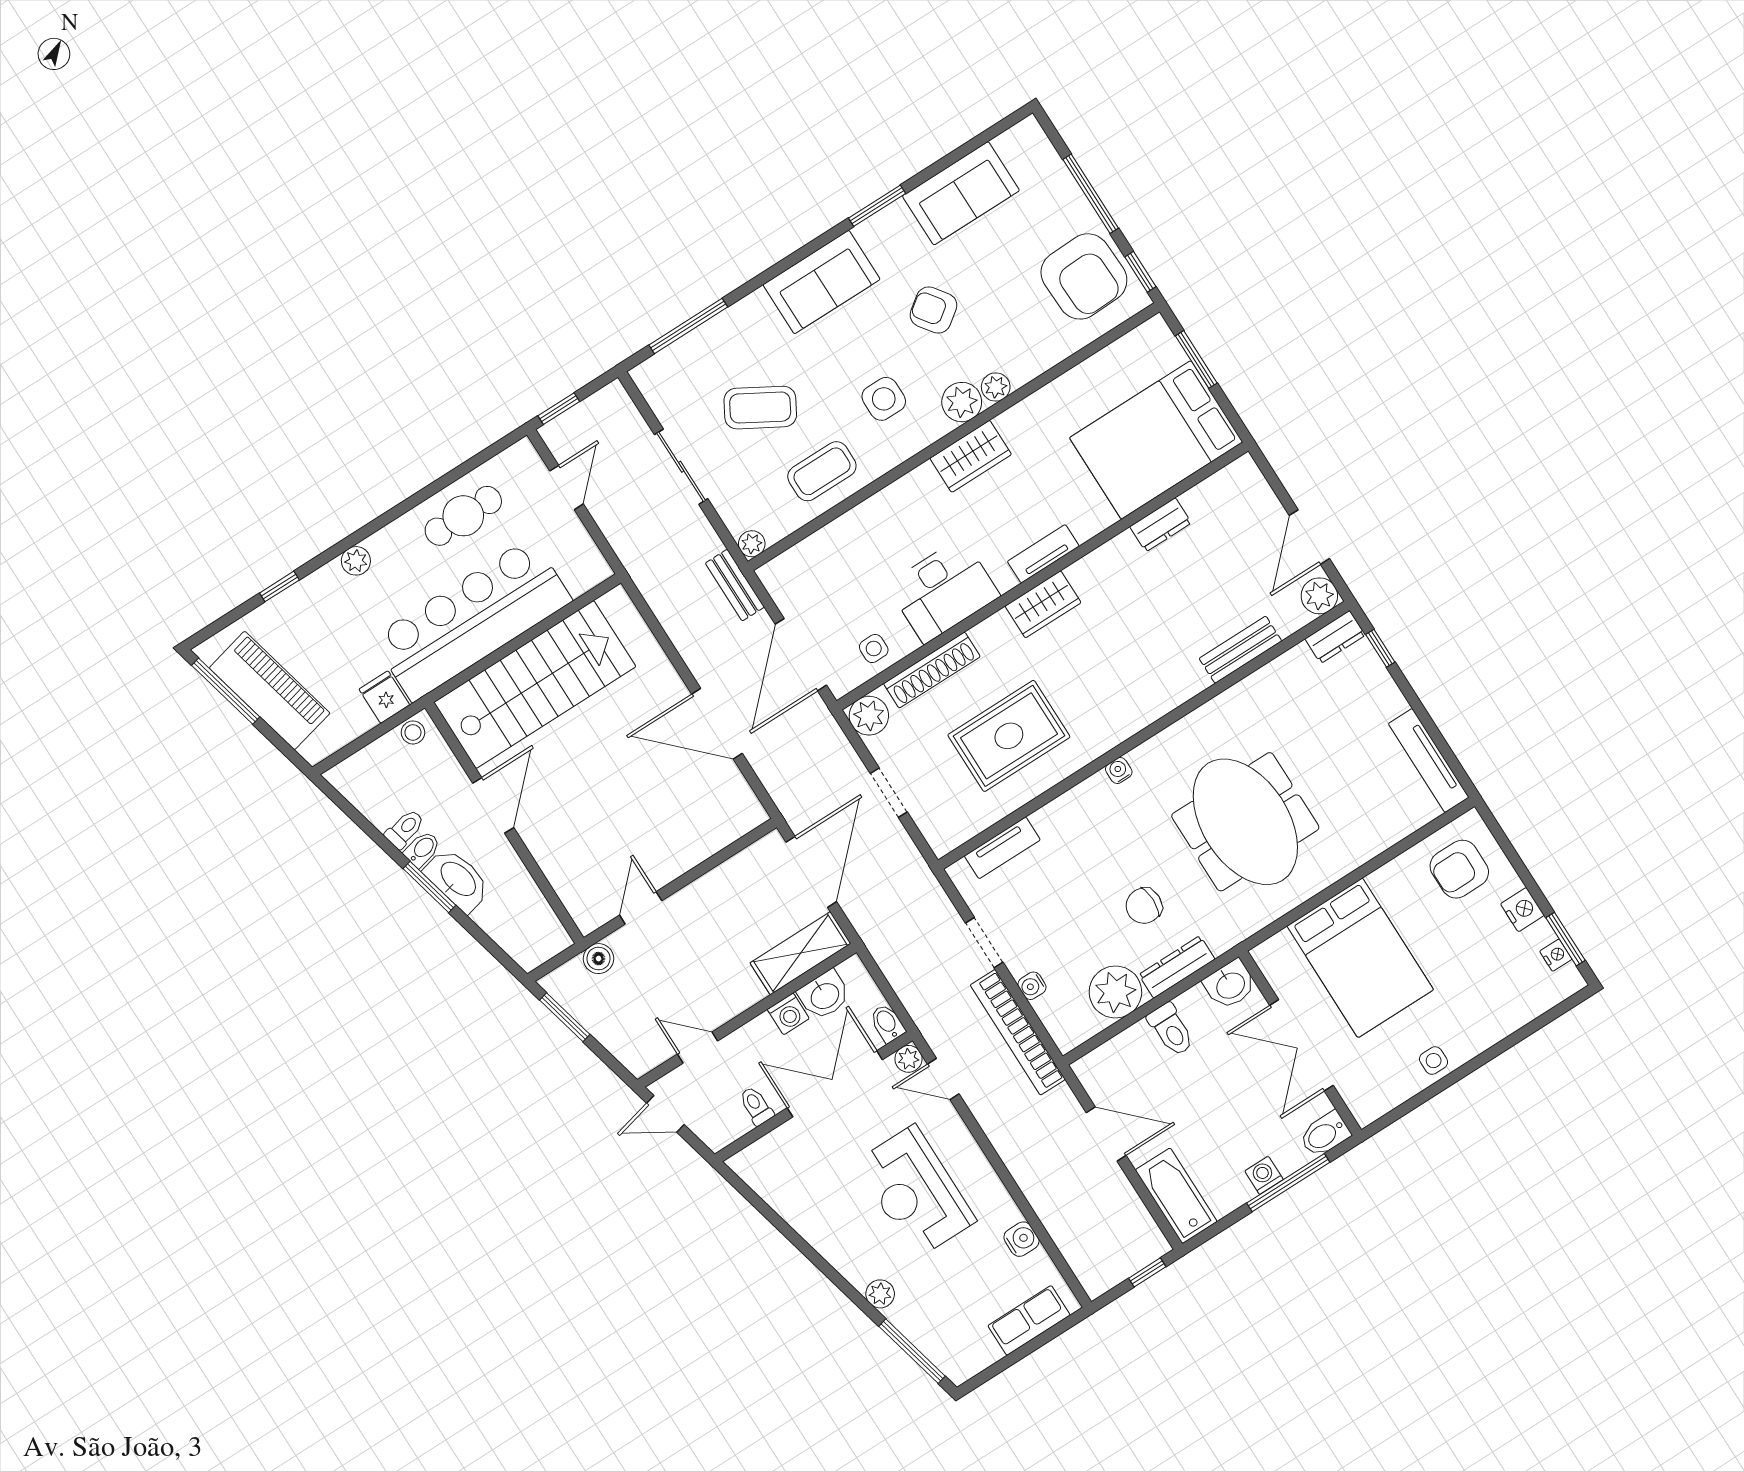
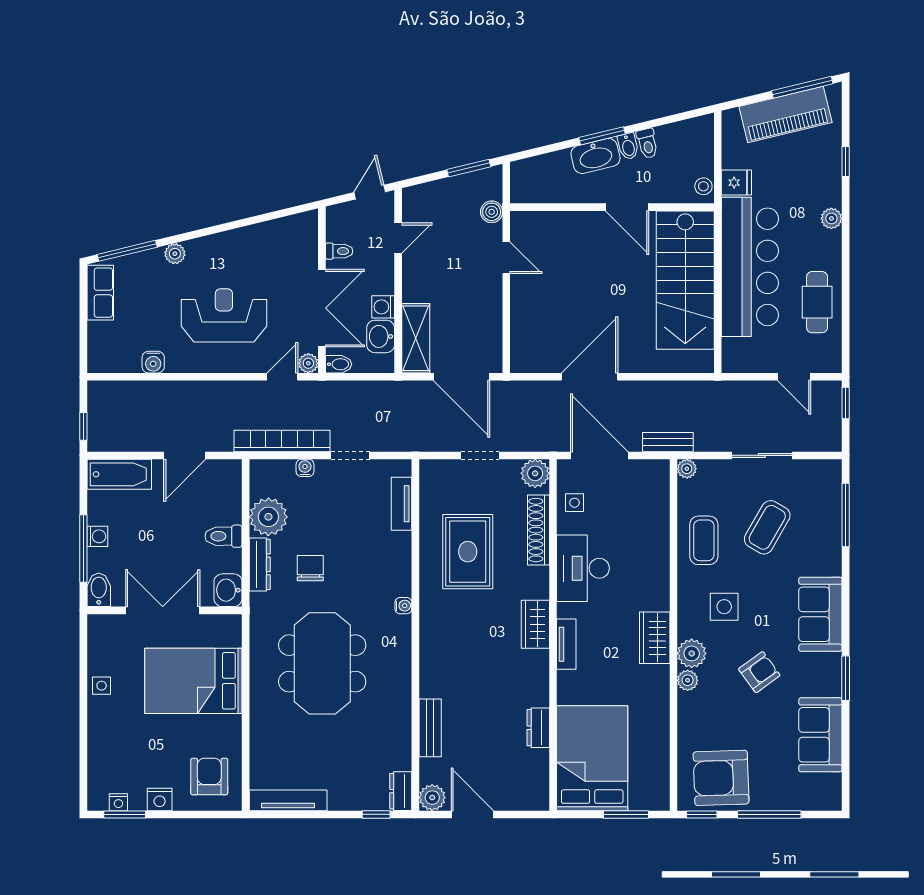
meeting table: (1245, 822) -> (322, 663), turned 90
row of seats: (1029, 1320) -> (100, 293), moved

